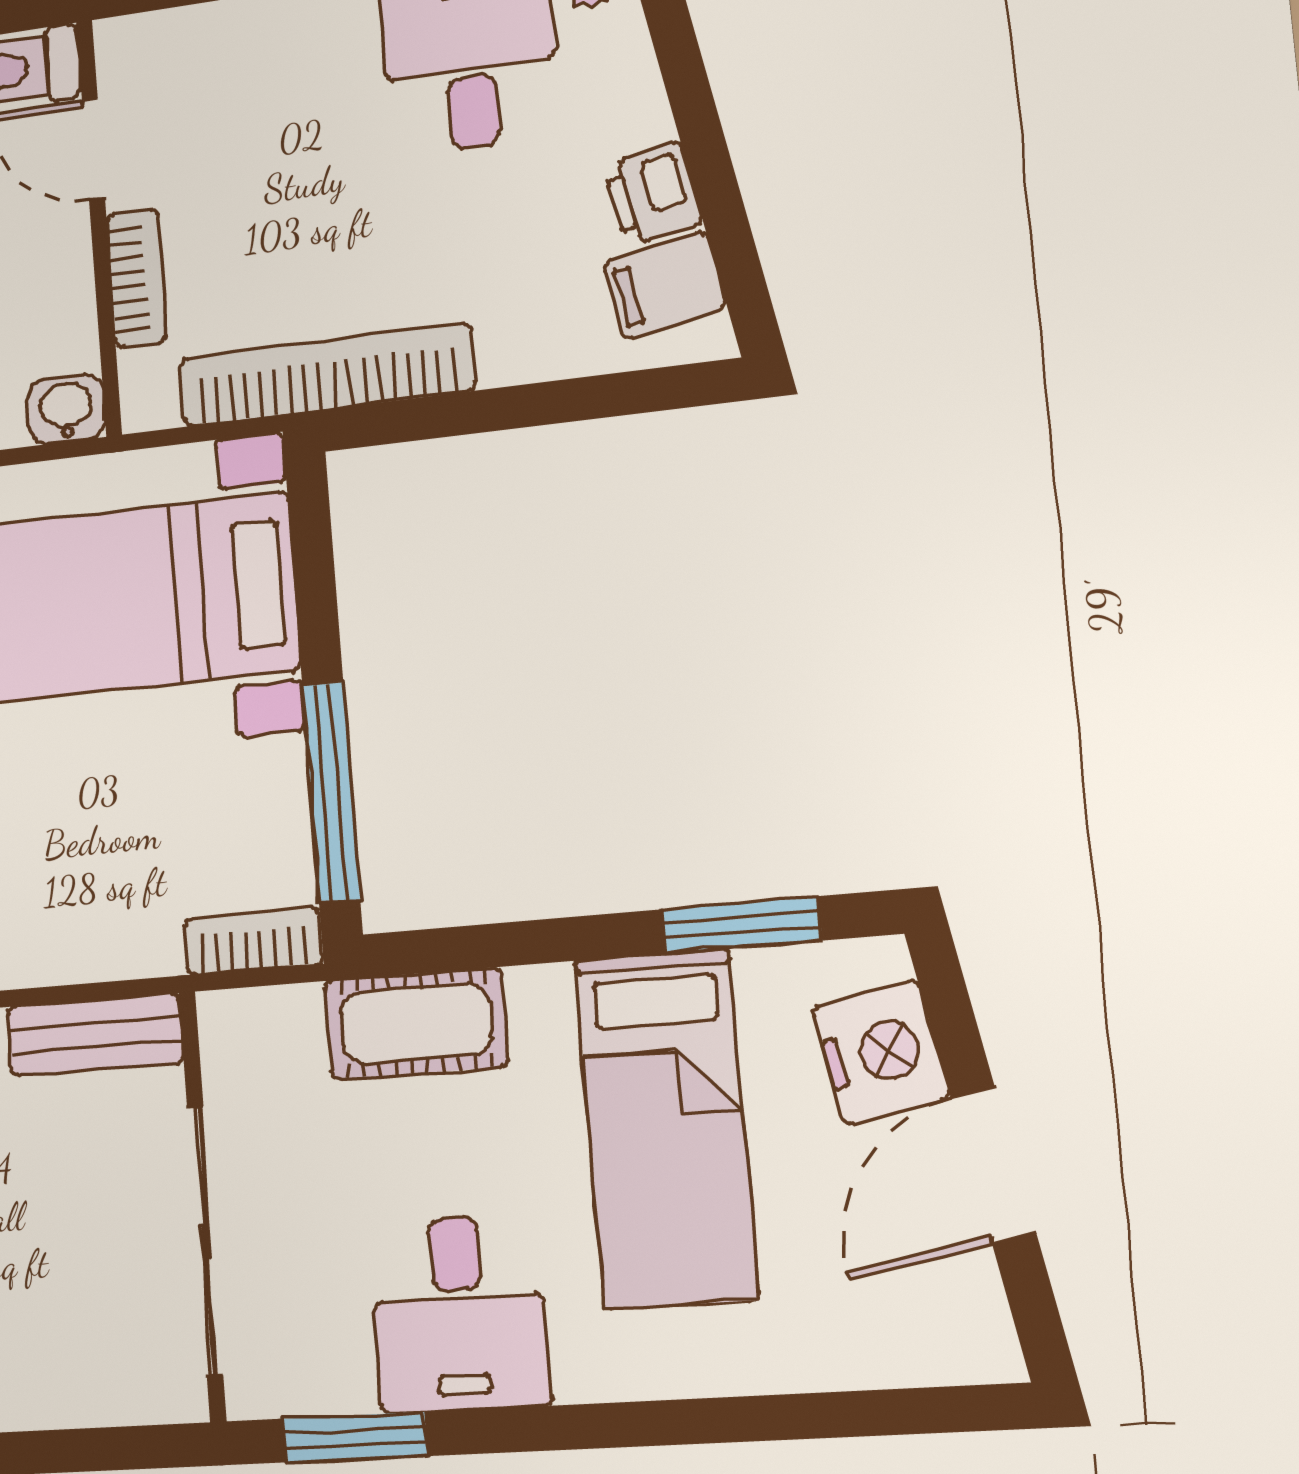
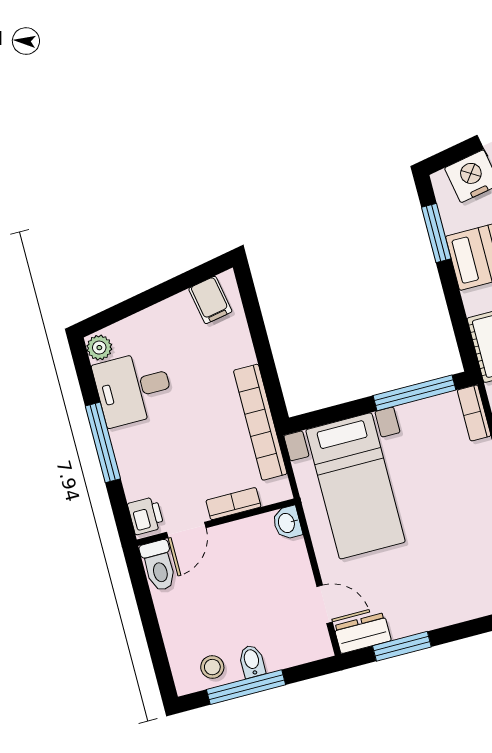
printer: (653, 194) -> (146, 516), moved, turned -80

